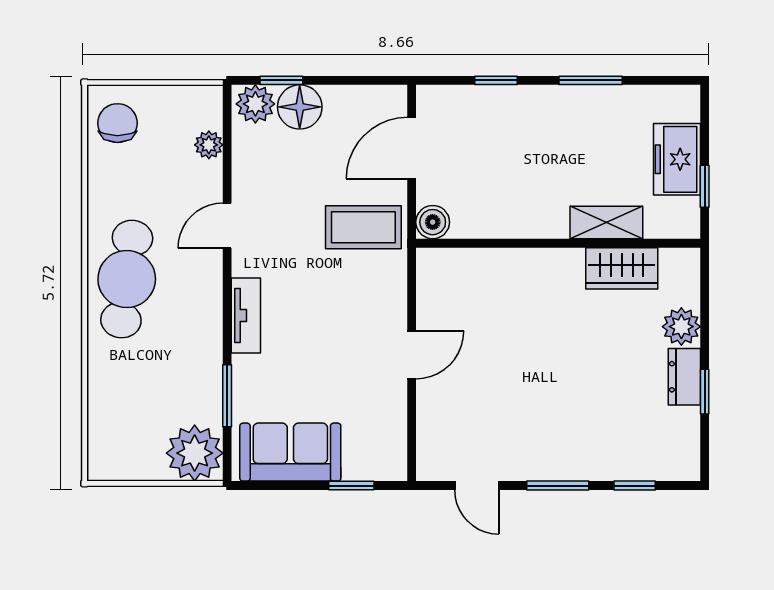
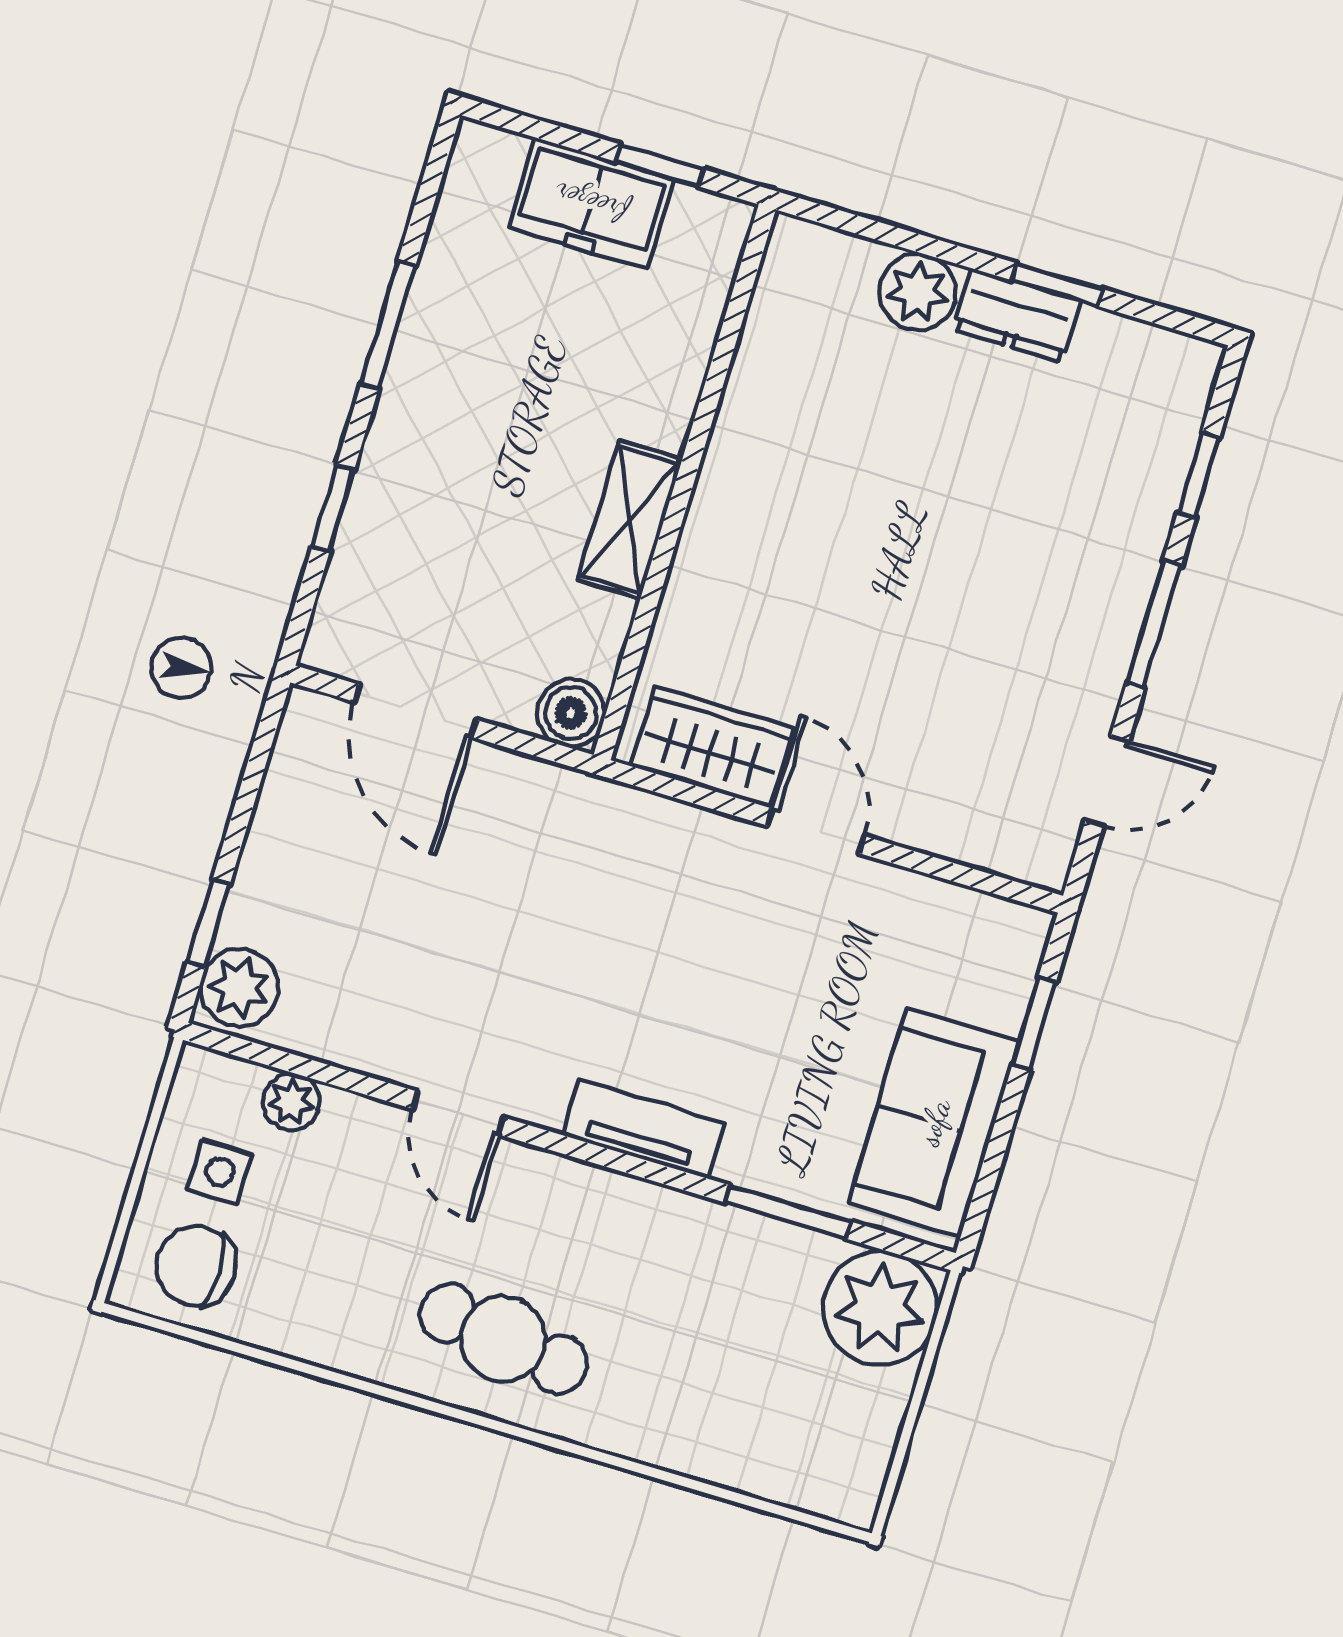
floor lamp: (300, 107) -> (271, 904), removed
side table: (165, 121) -> (220, 1172), added
shelving: (606, 223) -> (630, 520), moved
coffee table: (363, 227) -> (541, 850), removed
wardrobe: (622, 268) -> (712, 747), moved, turned -90
cafe table: (127, 279) -> (504, 1339), width x0.73, depth x0.74

